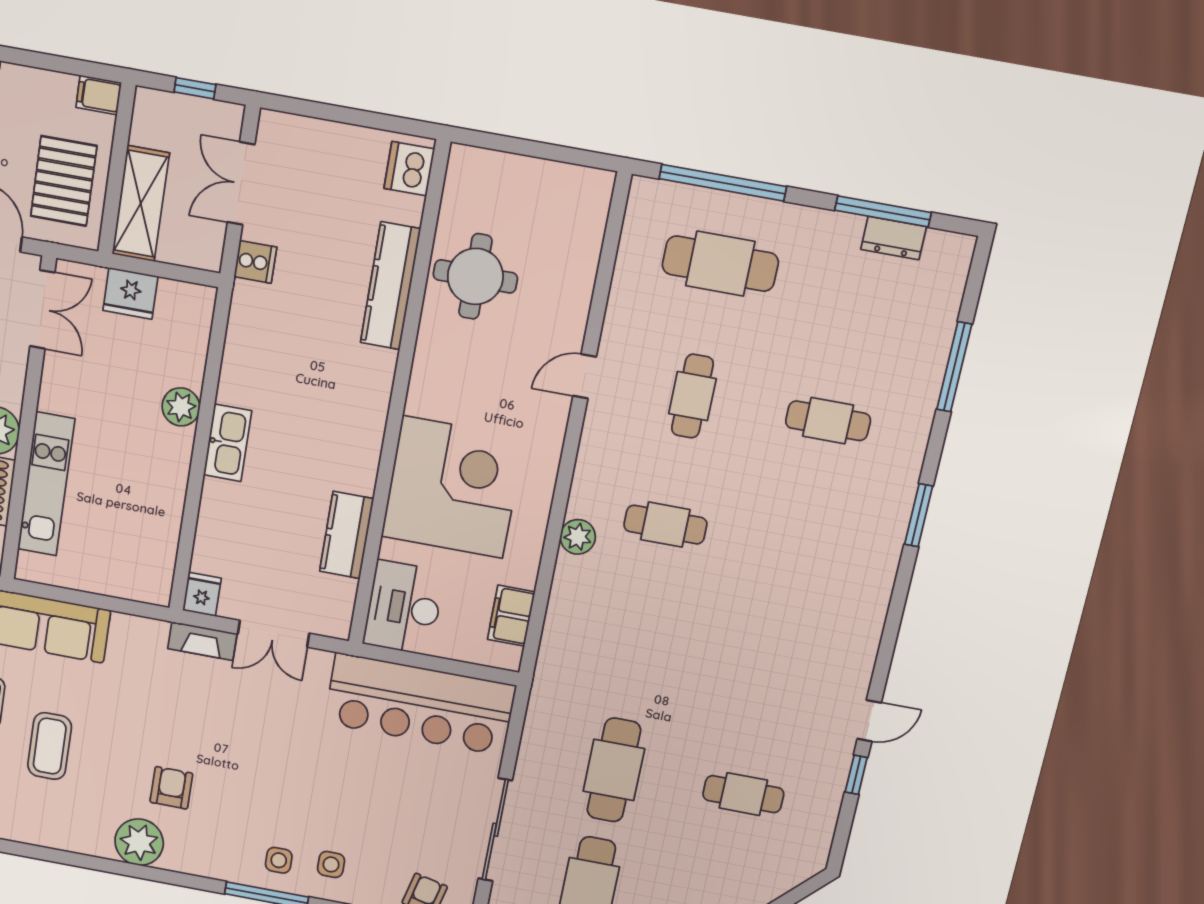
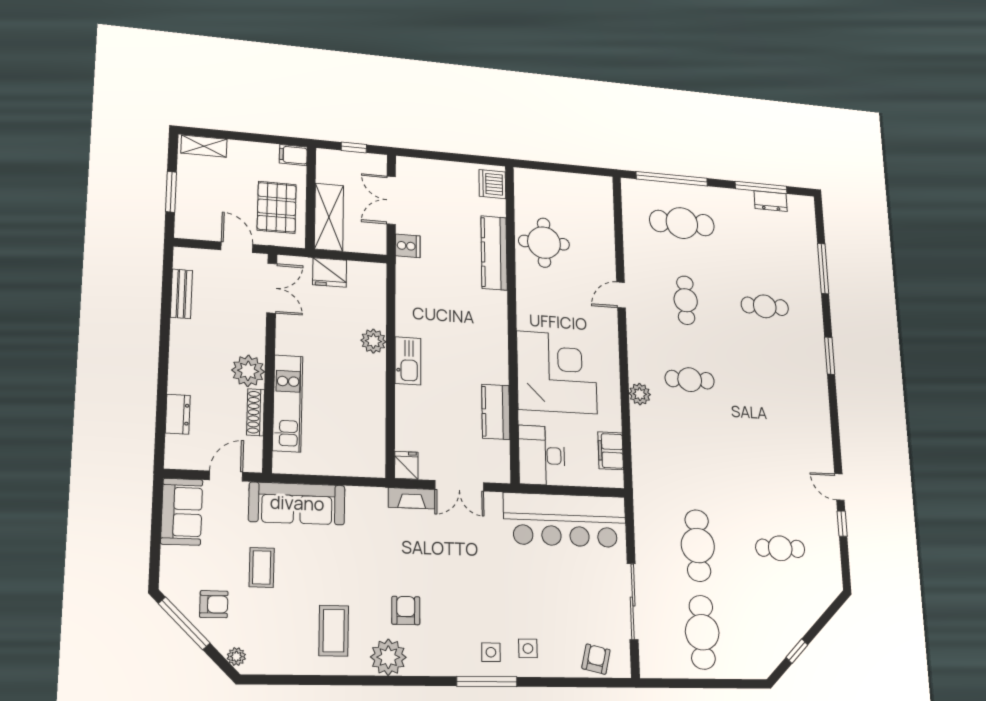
door: (869, 721) -> (839, 487), swing flipped
coffee table: (50, 746) -> (334, 631), moved

